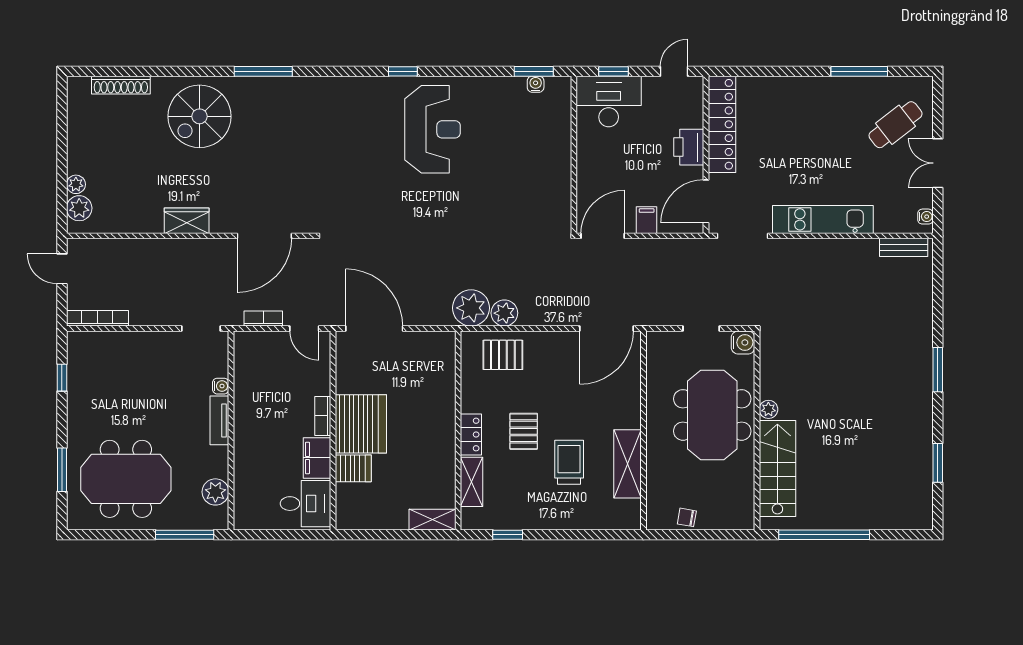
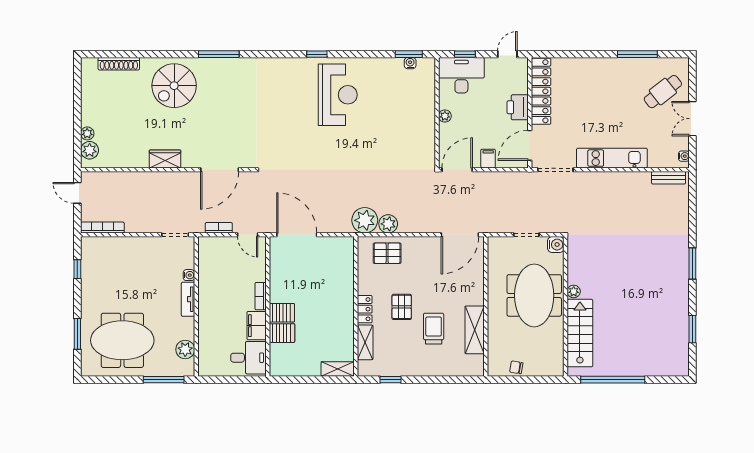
plant: (585, 159) -> (445, 116), added
server rack: (361, 424) -> (282, 313), width x0.46, depth x0.70

